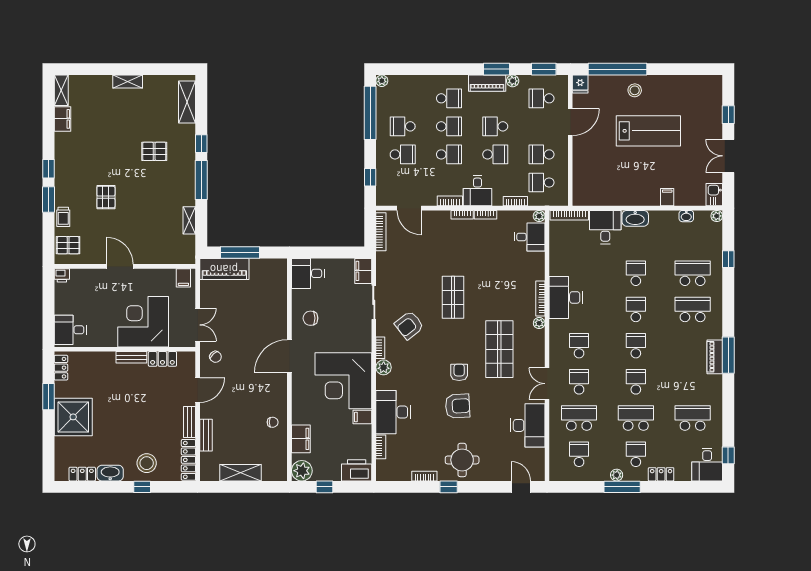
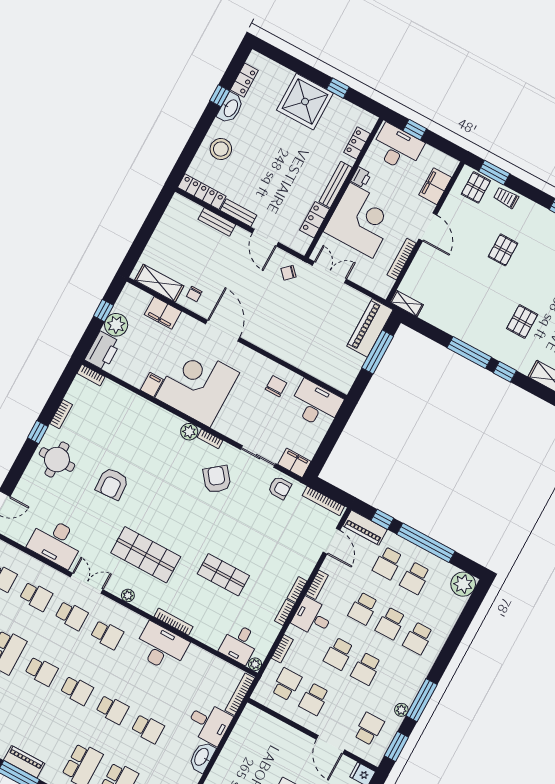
window: (496, 69) -> (422, 700), width x1.44
plant: (382, 81) -> (463, 584), width x1.88, depth x1.88
piano: (487, 83) -> (365, 528), moved, turned -90
window: (370, 113) -> (426, 543), moved
school desk: (403, 126) -> (415, 578), turned 180
school desk: (495, 126) -> (366, 669), turned 180
school desk: (541, 154) -> (314, 699), turned 180
pallet: (106, 197) -> (503, 250), turned 90
window: (48, 199) -> (494, 173), moved
door: (409, 208) -> (332, 541), swing flipped
shelving: (189, 220) -> (407, 303), moved
door: (120, 266) -> (428, 227), hinge flipped
bookcase: (156, 273) -> (402, 259), added
desk: (308, 273) -> (316, 404), width x1.37
printer: (62, 275) -> (361, 177), moved, turned 180
filing cabinet: (183, 278) -> (435, 186), moved, width x2.00
shop shelf: (453, 297) -> (223, 575), moved
window: (48, 318) -> (415, 130), added
plant: (539, 323) -> (128, 595), moved
double door: (198, 325) -> (329, 272), swing flipped
desk: (70, 330) -> (397, 148), width x1.37
door: (289, 356) -> (223, 331), moved
bench: (131, 357) -> (336, 185), width x1.36
locker: (61, 368) -> (357, 143), moved, turned 90
armchair: (459, 372) -> (280, 488), moved
window: (48, 397) -> (338, 88), width x0.67
desk: (393, 412) -> (140, 417), removed
school desk: (579, 418) -> (36, 596), width x0.54
bookcase: (381, 447) -> (91, 375), moved
plant: (302, 471) -> (116, 325), moved
shelving: (240, 473) -> (159, 283), moved, turned 90
window: (142, 487) -> (220, 96), moved

